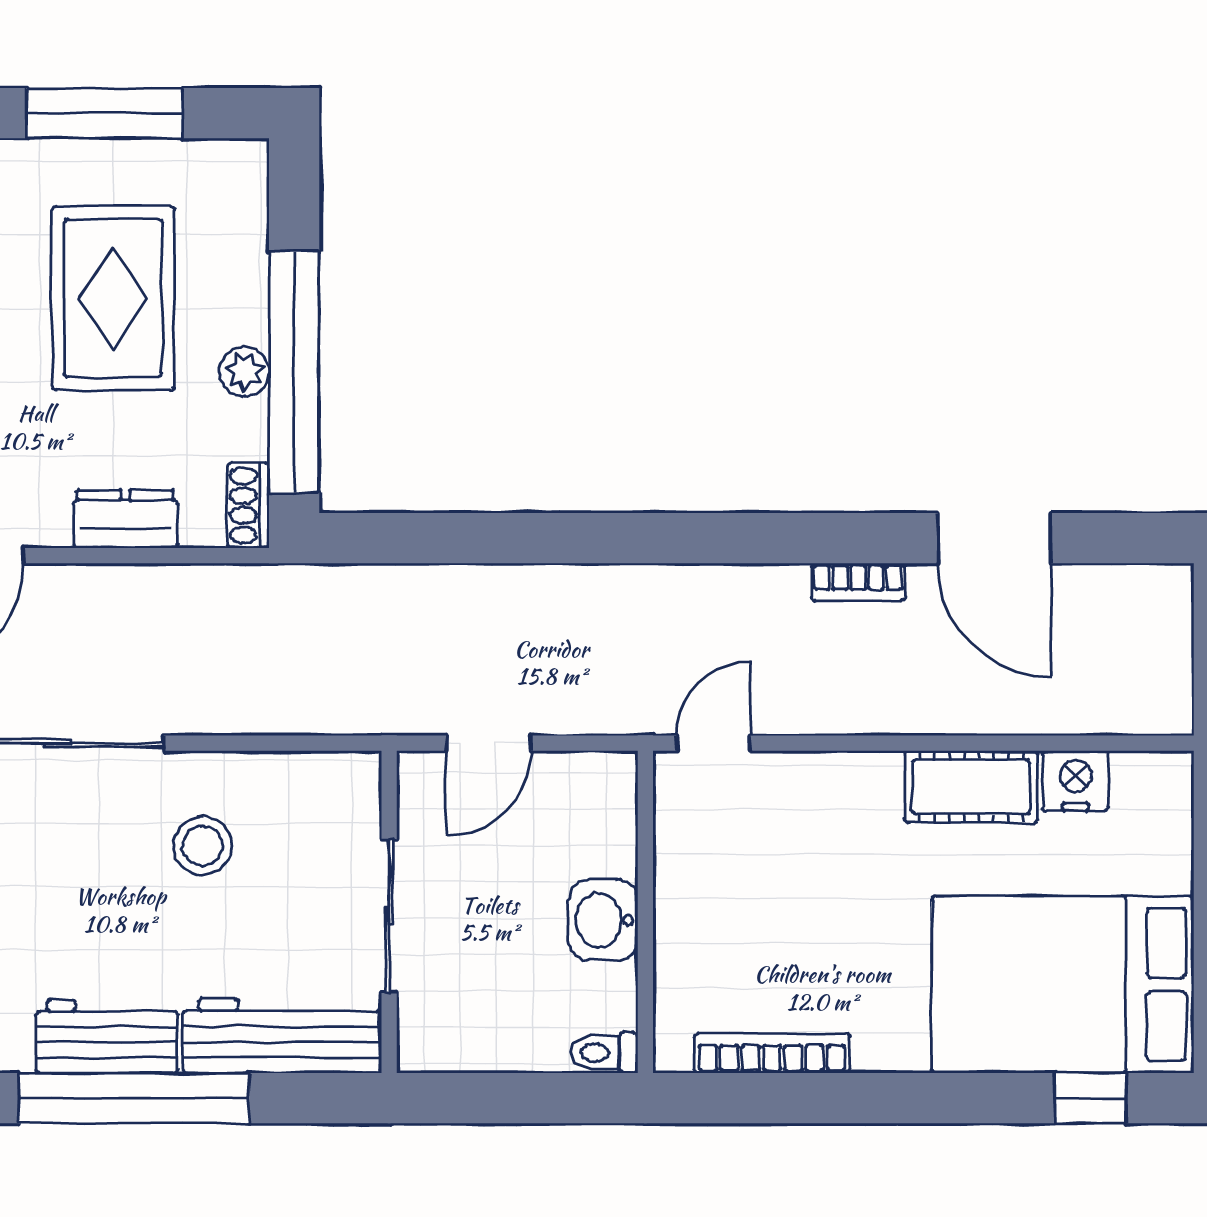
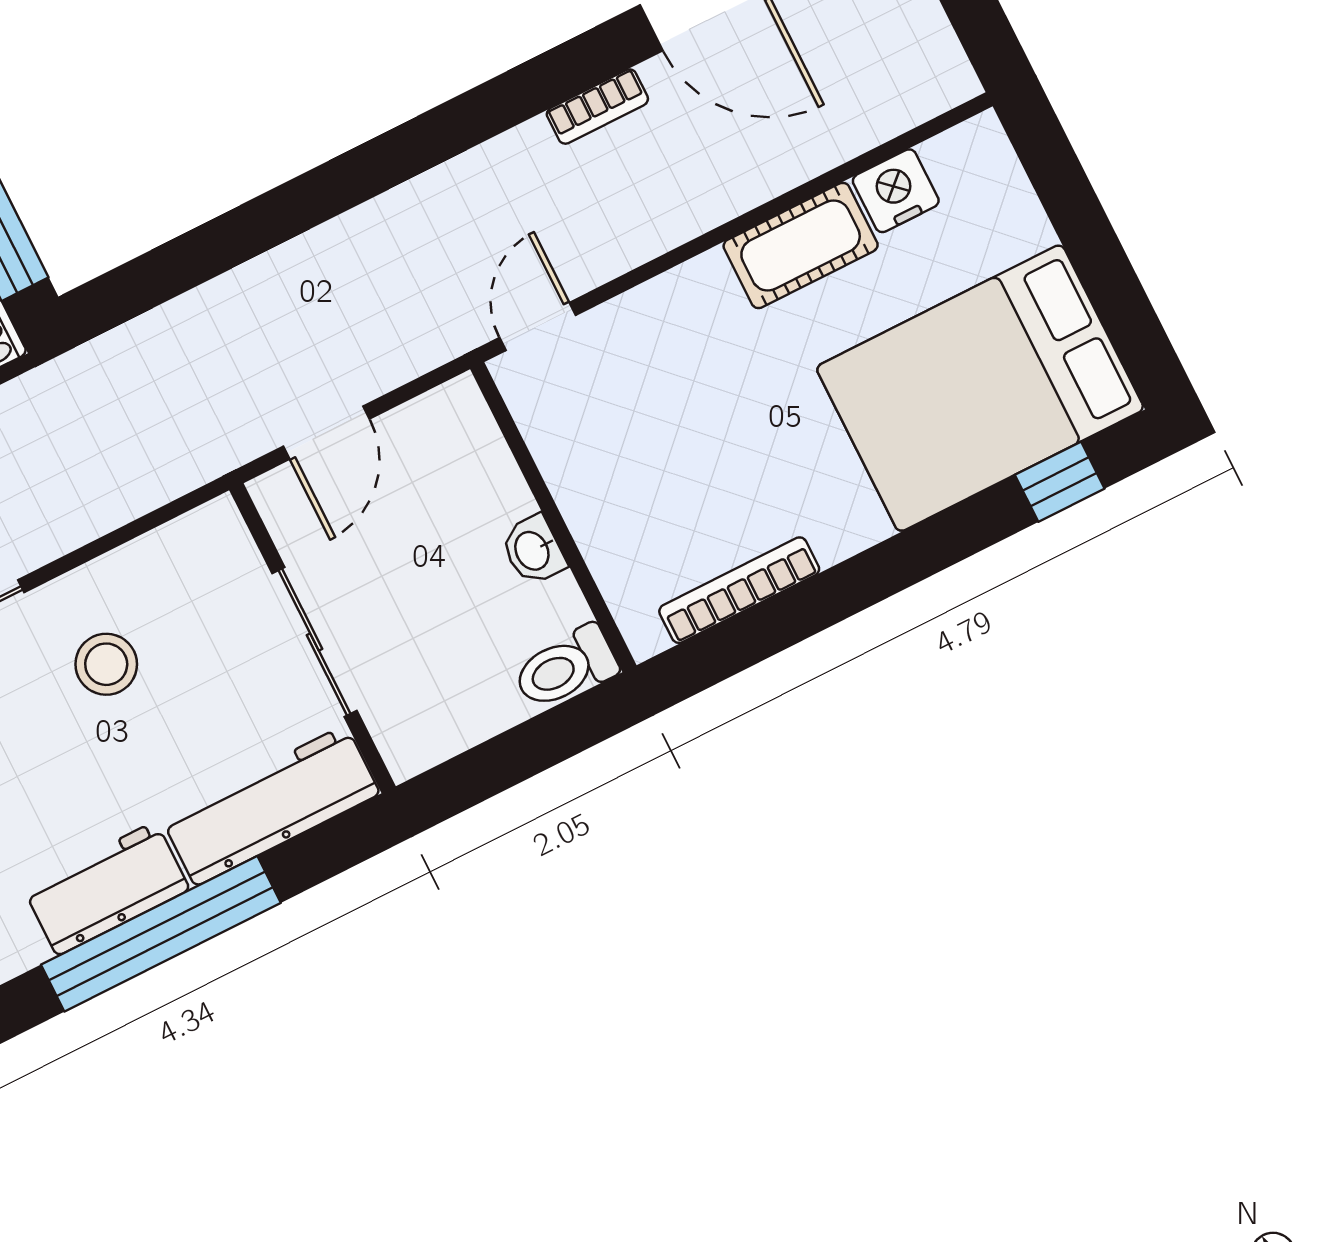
washbasin: (603, 920) -> (533, 550), width x0.72, depth x0.69
toilet: (604, 1053) -> (565, 668), width x1.37, depth x1.39

